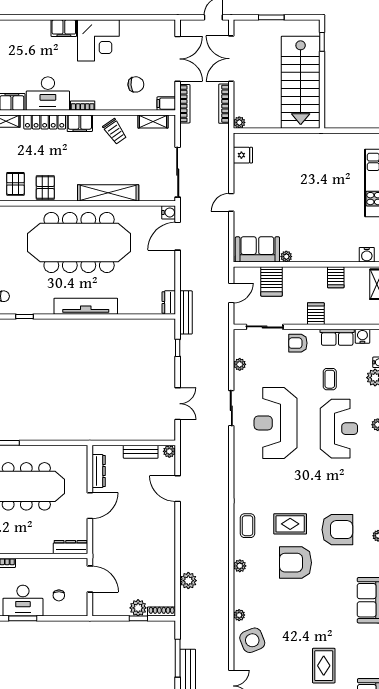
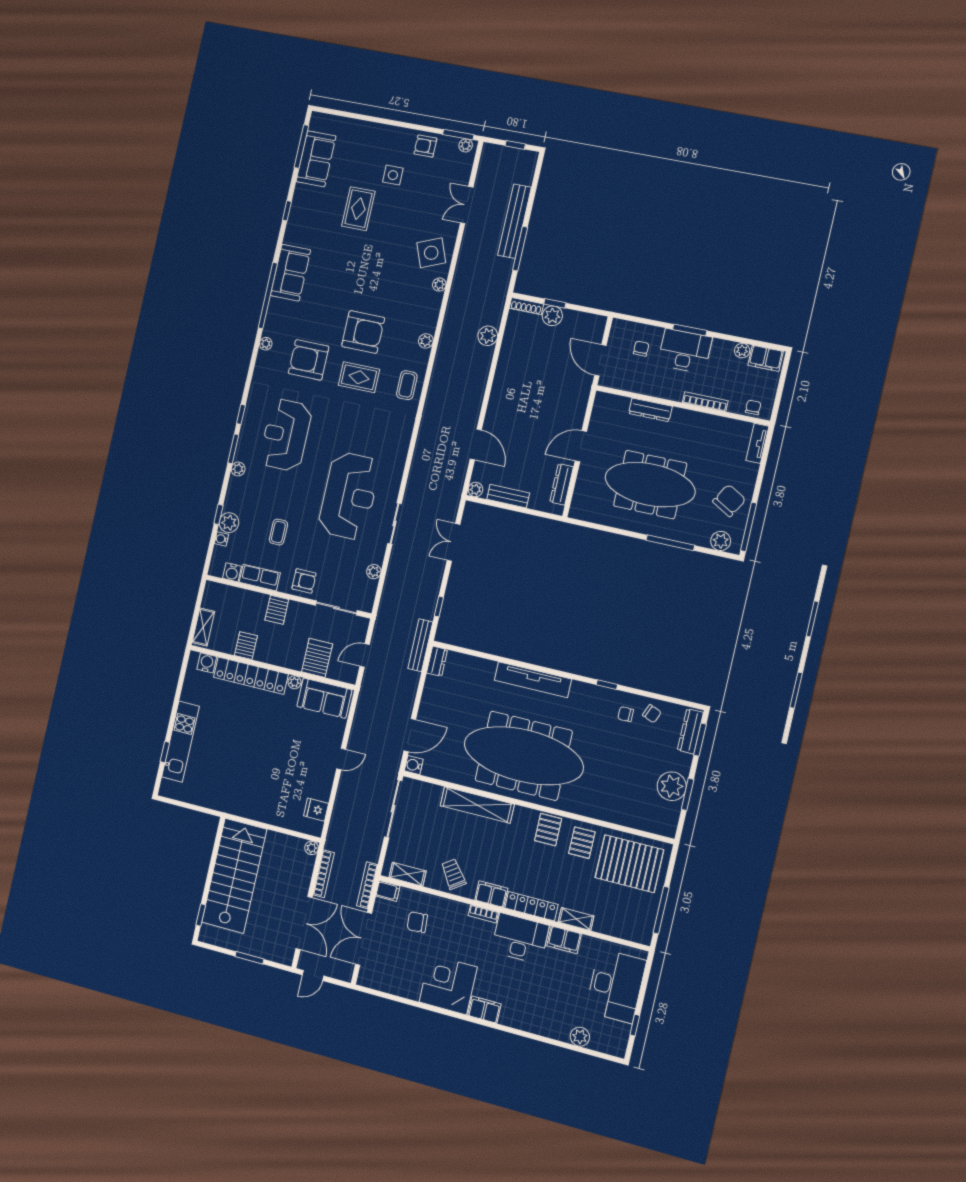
locker: (325, 253) -> (251, 676), added
reception desk: (339, 429) -> (286, 435), moved
dresser: (71, 547) -> (650, 410), moved

